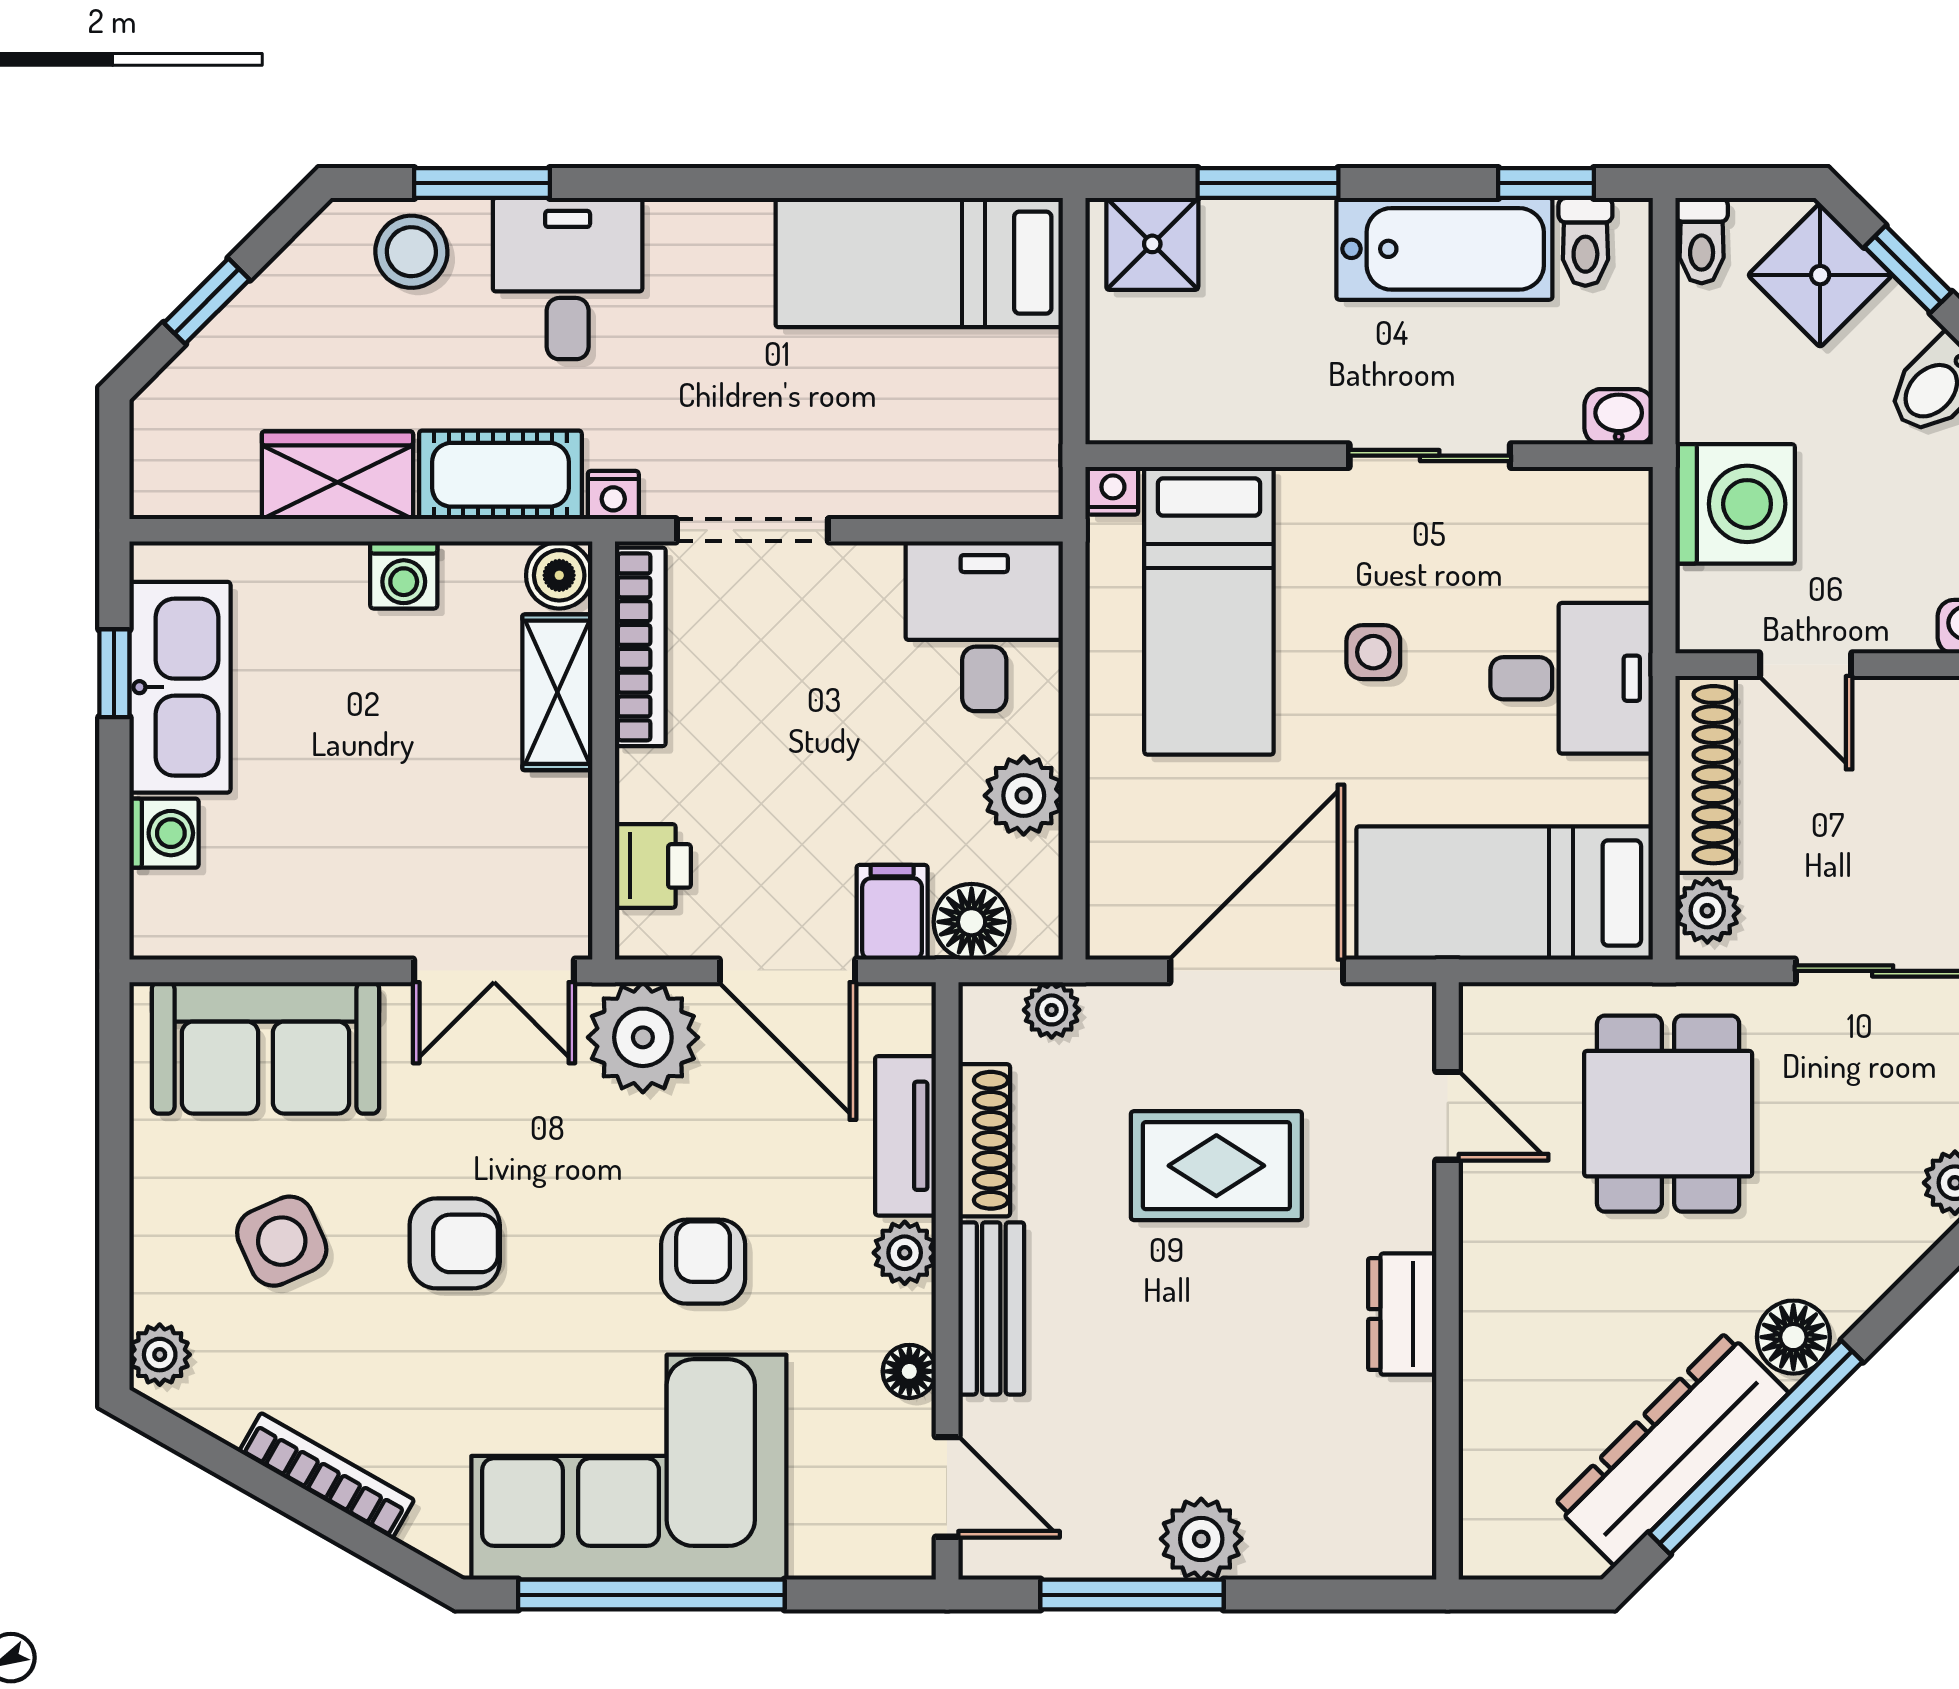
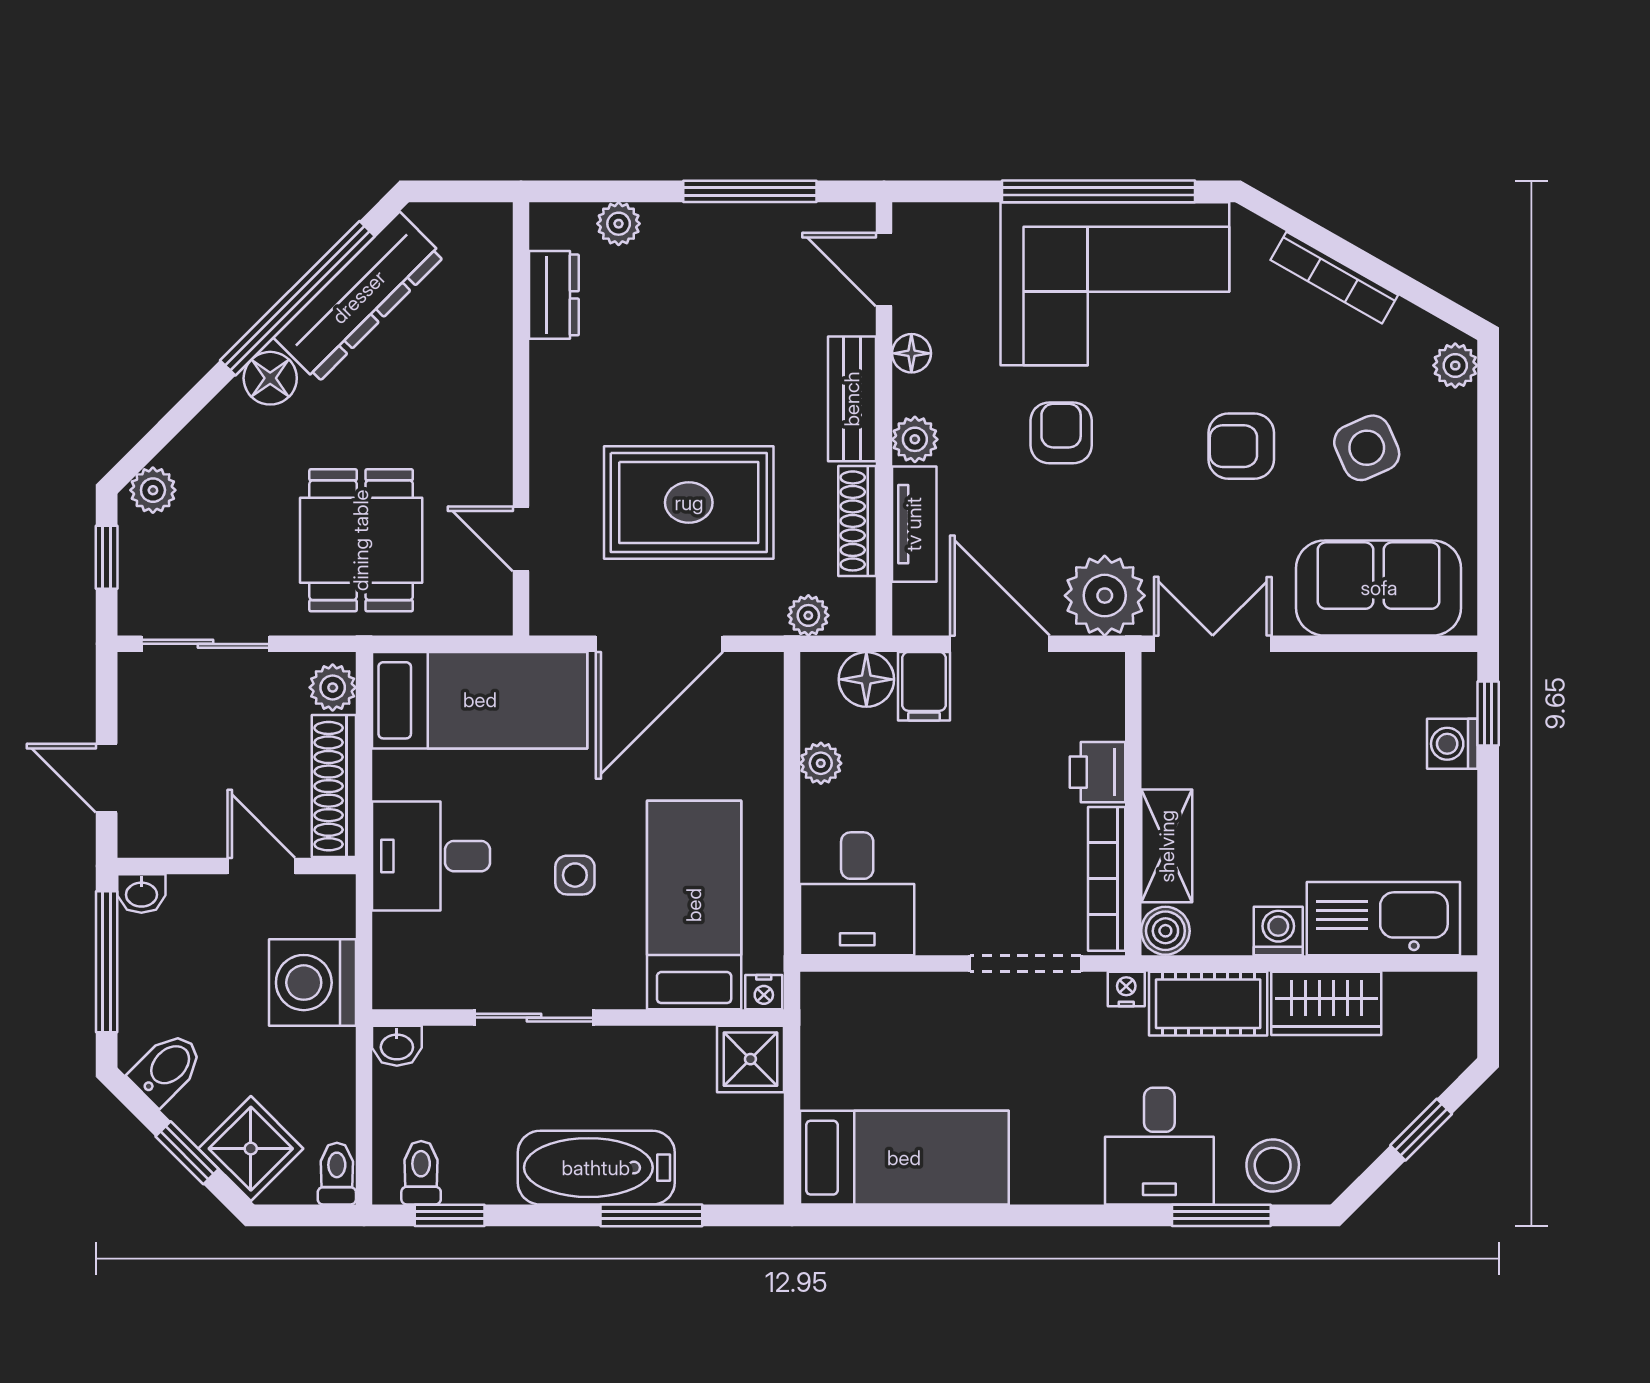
shower: (1152, 244) -> (750, 1059), moved
bathtub: (1444, 249) -> (596, 1168), moved
window: (114, 673) -> (1488, 714), moved
kitchen sink: (180, 687) -> (1383, 919), moved, turned 90
plant: (1024, 796) -> (821, 763), width x0.73, depth x0.73
printer: (653, 866) -> (1098, 772), moved
rug: (1216, 1166) -> (689, 503), width x1.36, depth x1.43
armchair: (703, 1262) -> (1061, 433), turned 180
dresser: (1402, 1314) -> (554, 295), moved
plant: (1201, 1539) -> (619, 224), moved, width x0.73, depth x0.73

